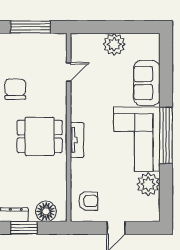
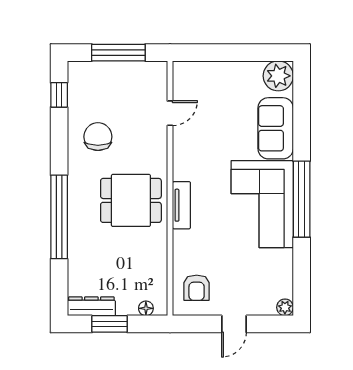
plant: (114, 44) -> (278, 76), moved
plant: (148, 184) -> (285, 307), moved, width x0.53, depth x0.53
armchair: (88, 201) -> (197, 288), turned 90
floor lamp: (46, 211) -> (146, 308), width x0.53, depth x0.53

